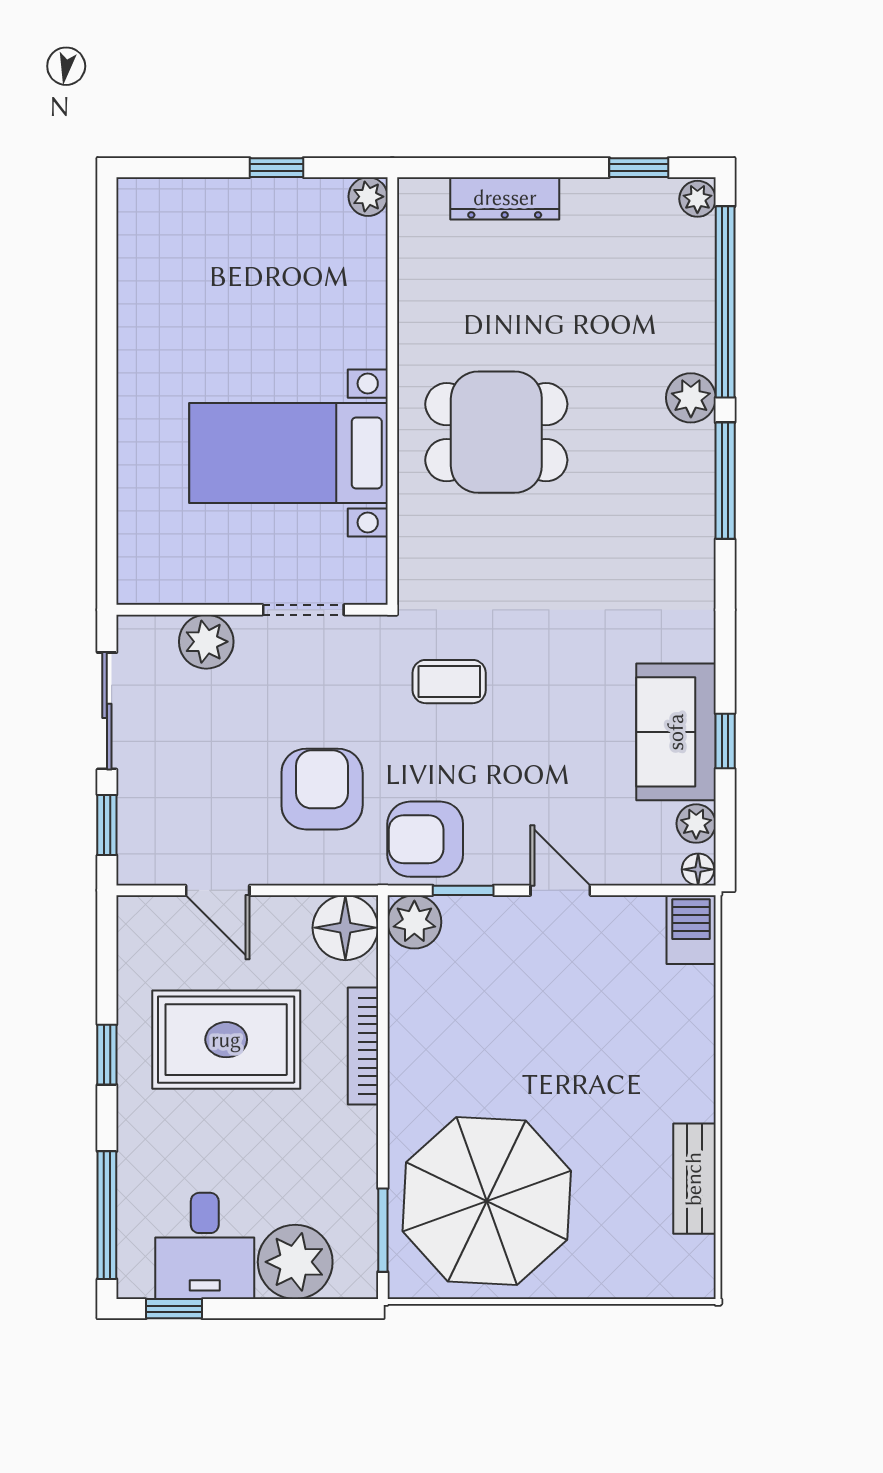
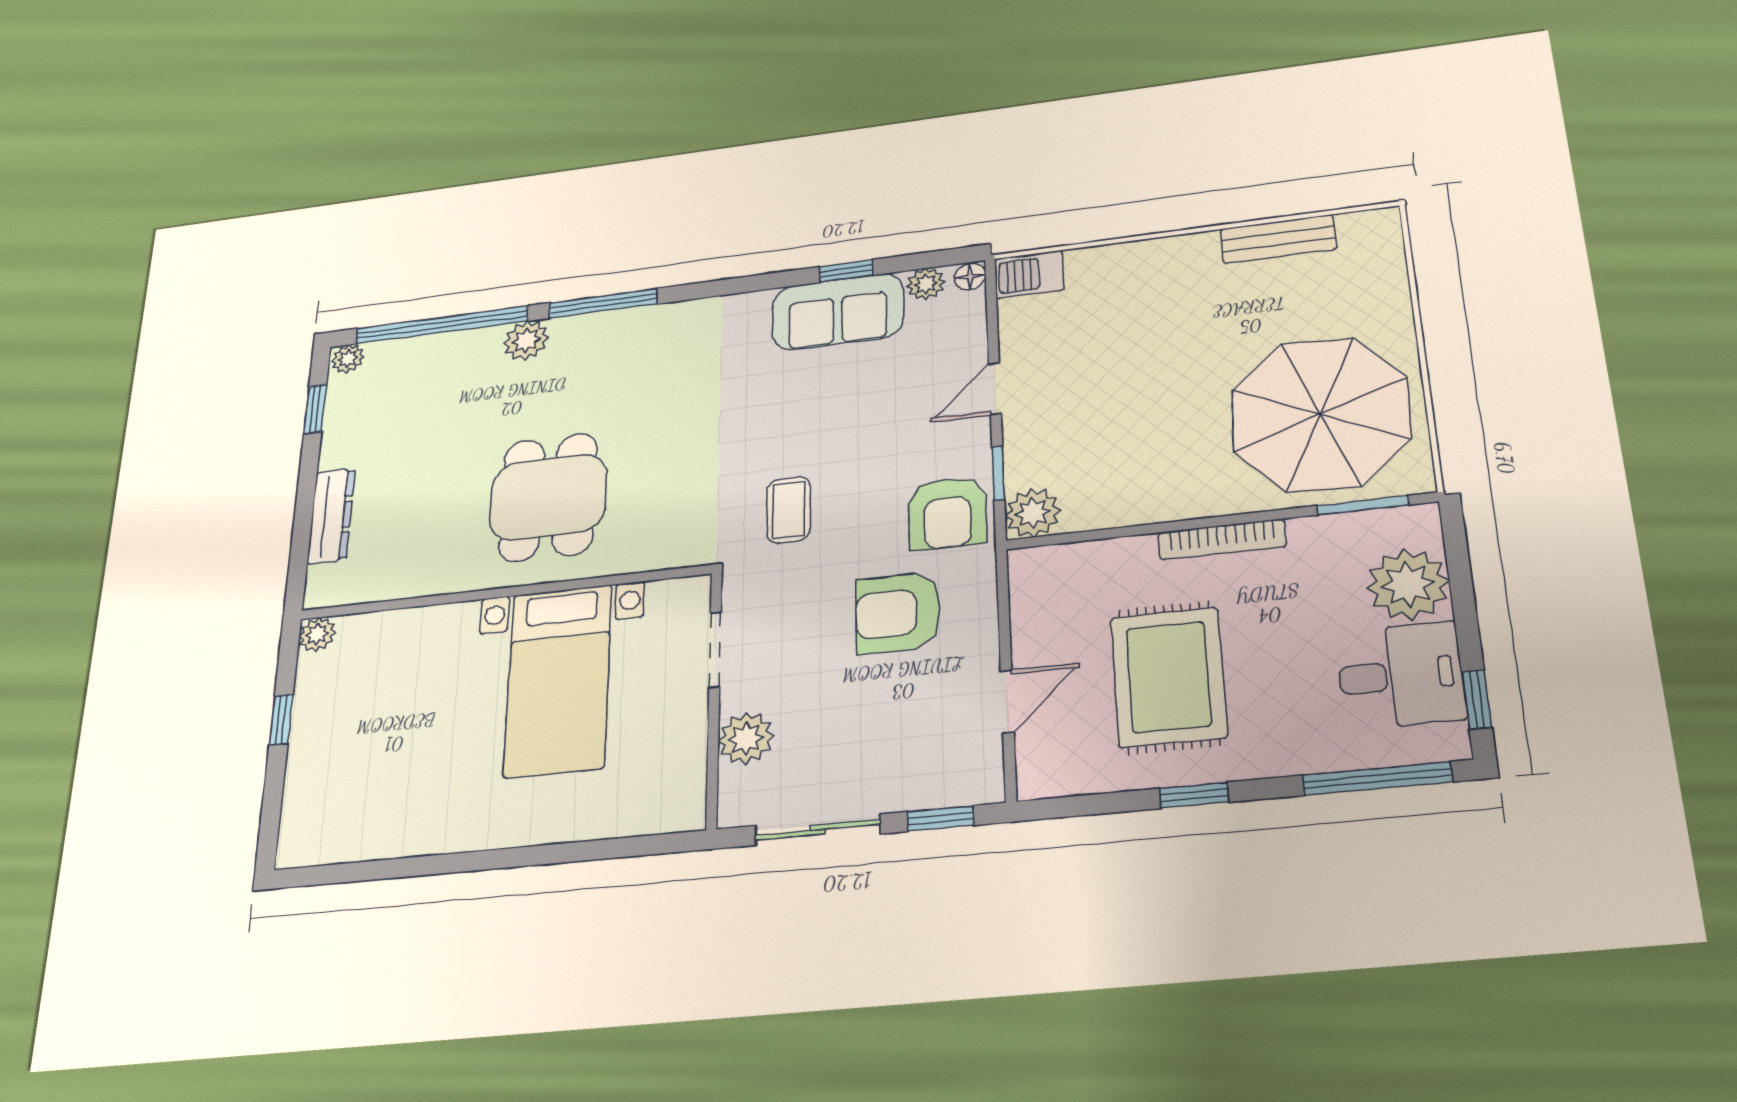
floor lamp: (345, 928) -> (1042, 576), removed
bookcase: (363, 1046) -> (1222, 539), moved

